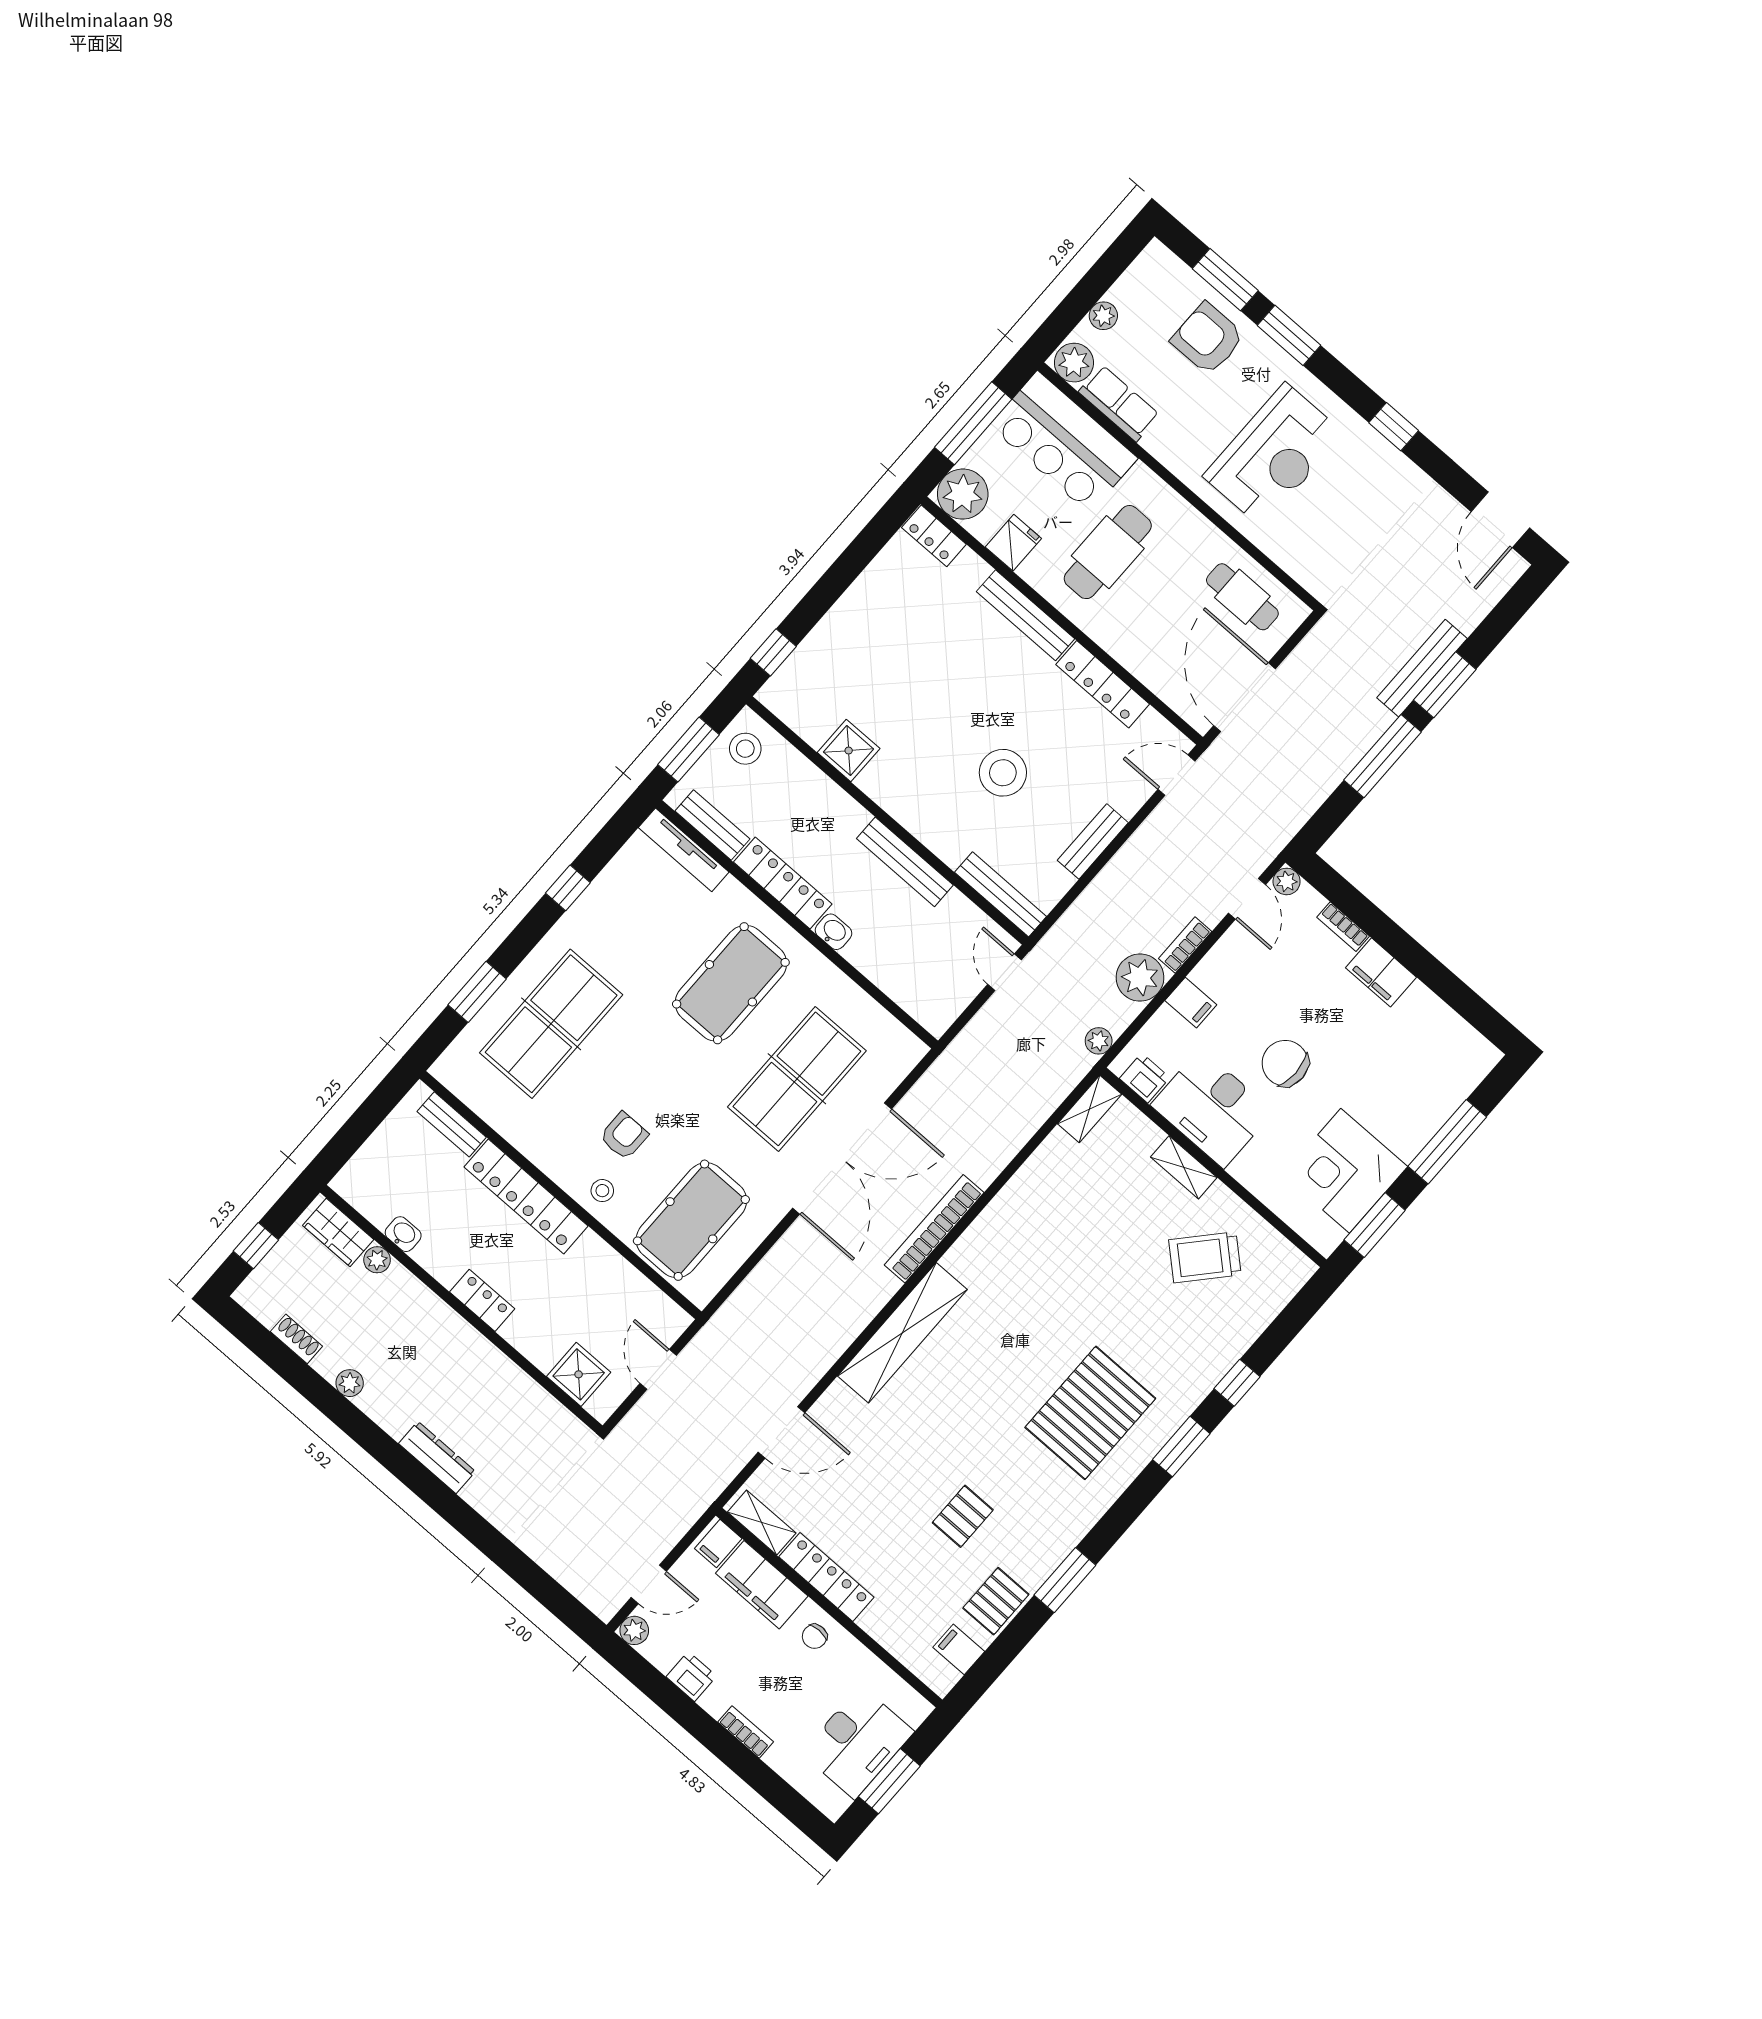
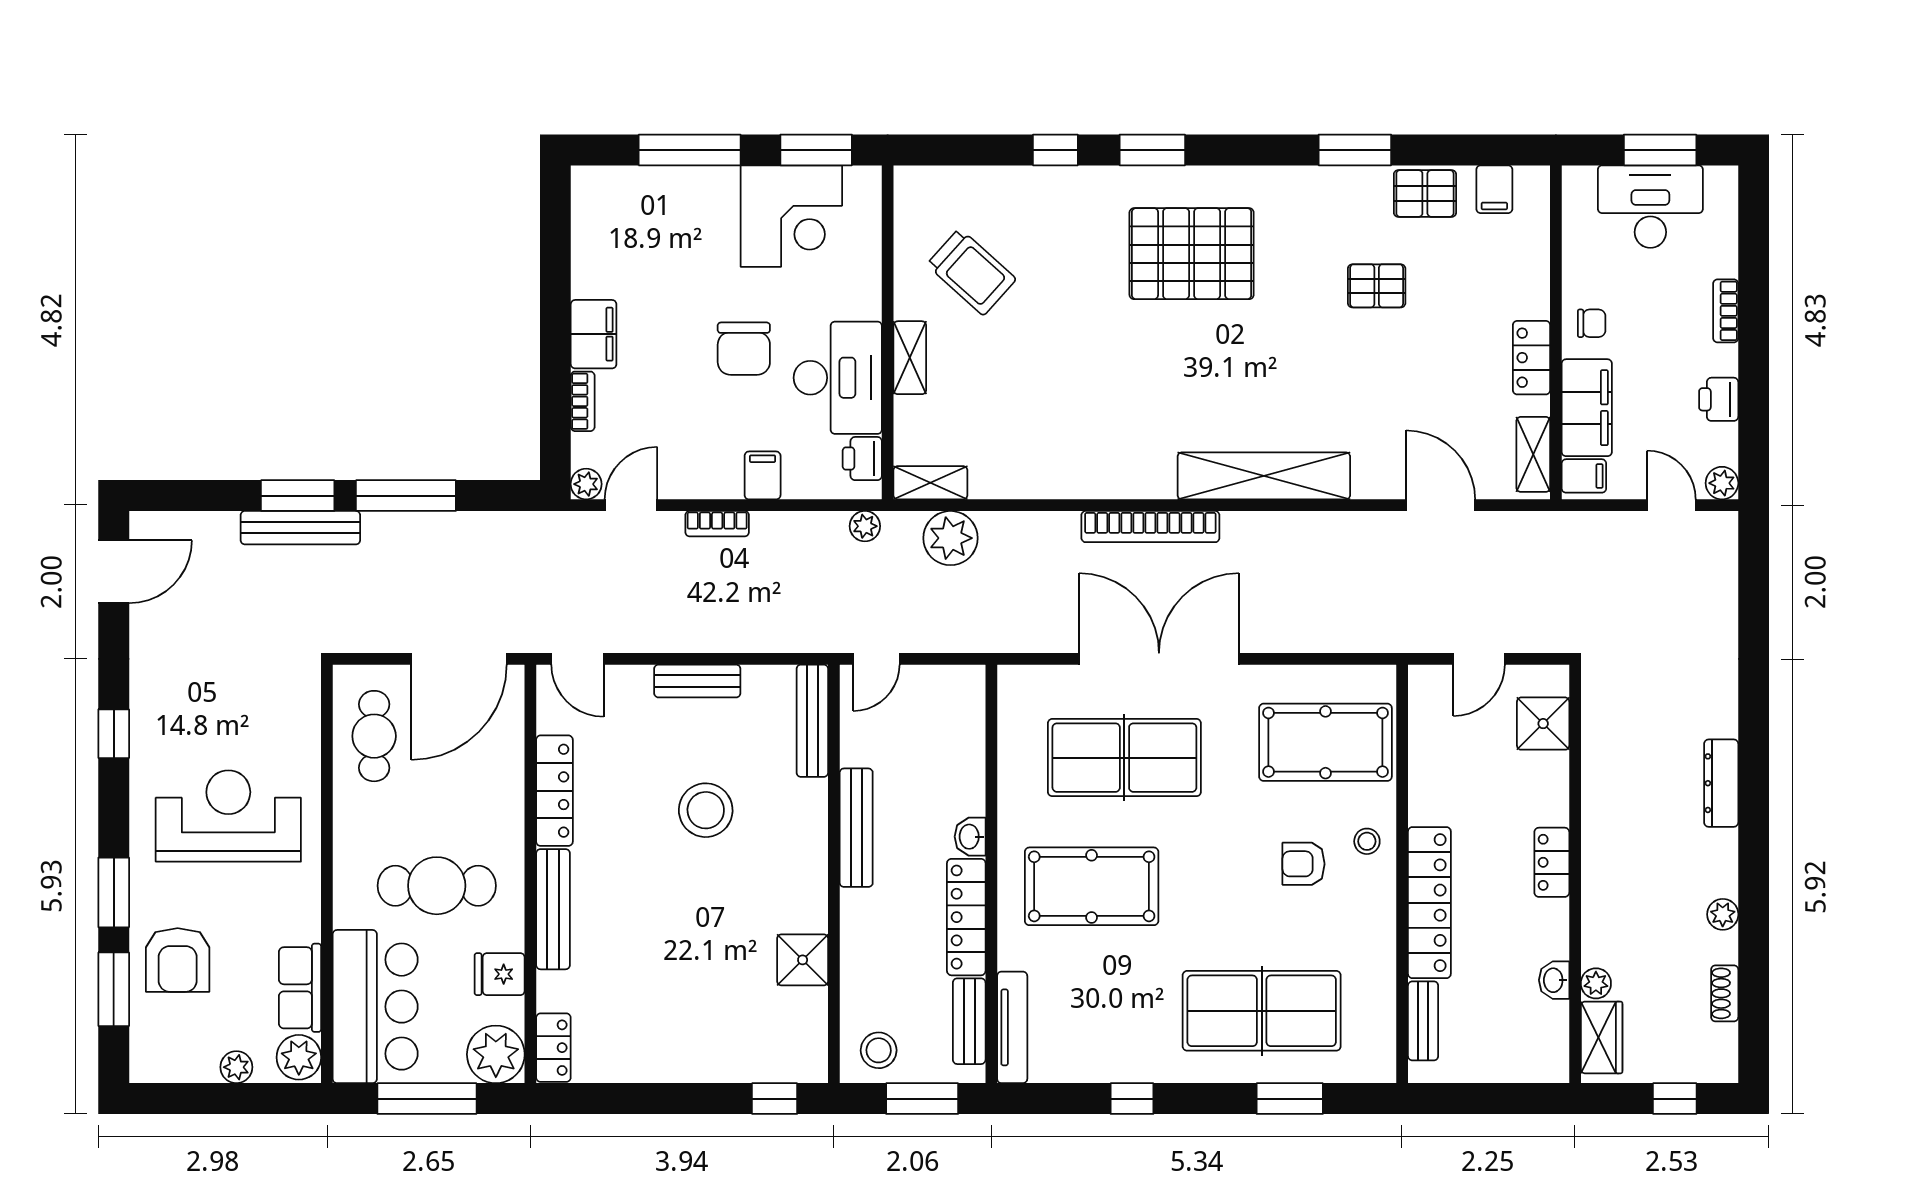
plant: (1140, 978) -> (950, 538), moved
locker: (826, 1577) -> (1531, 358), width x0.66

